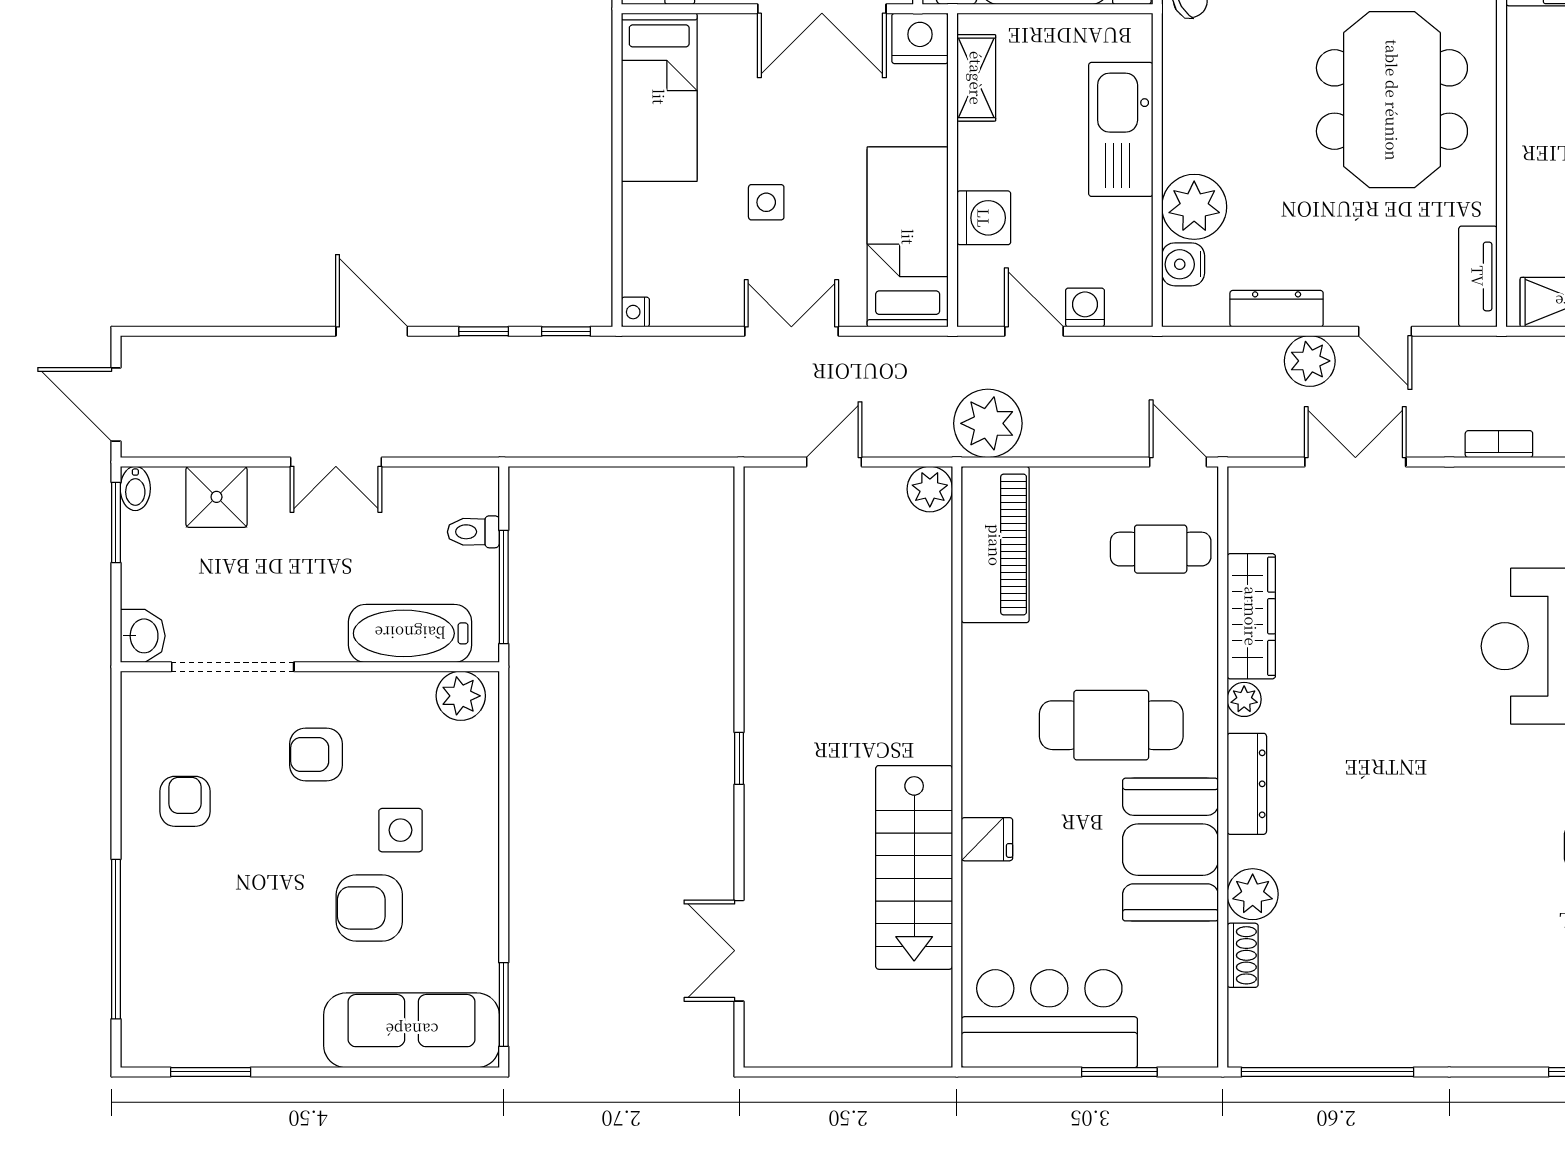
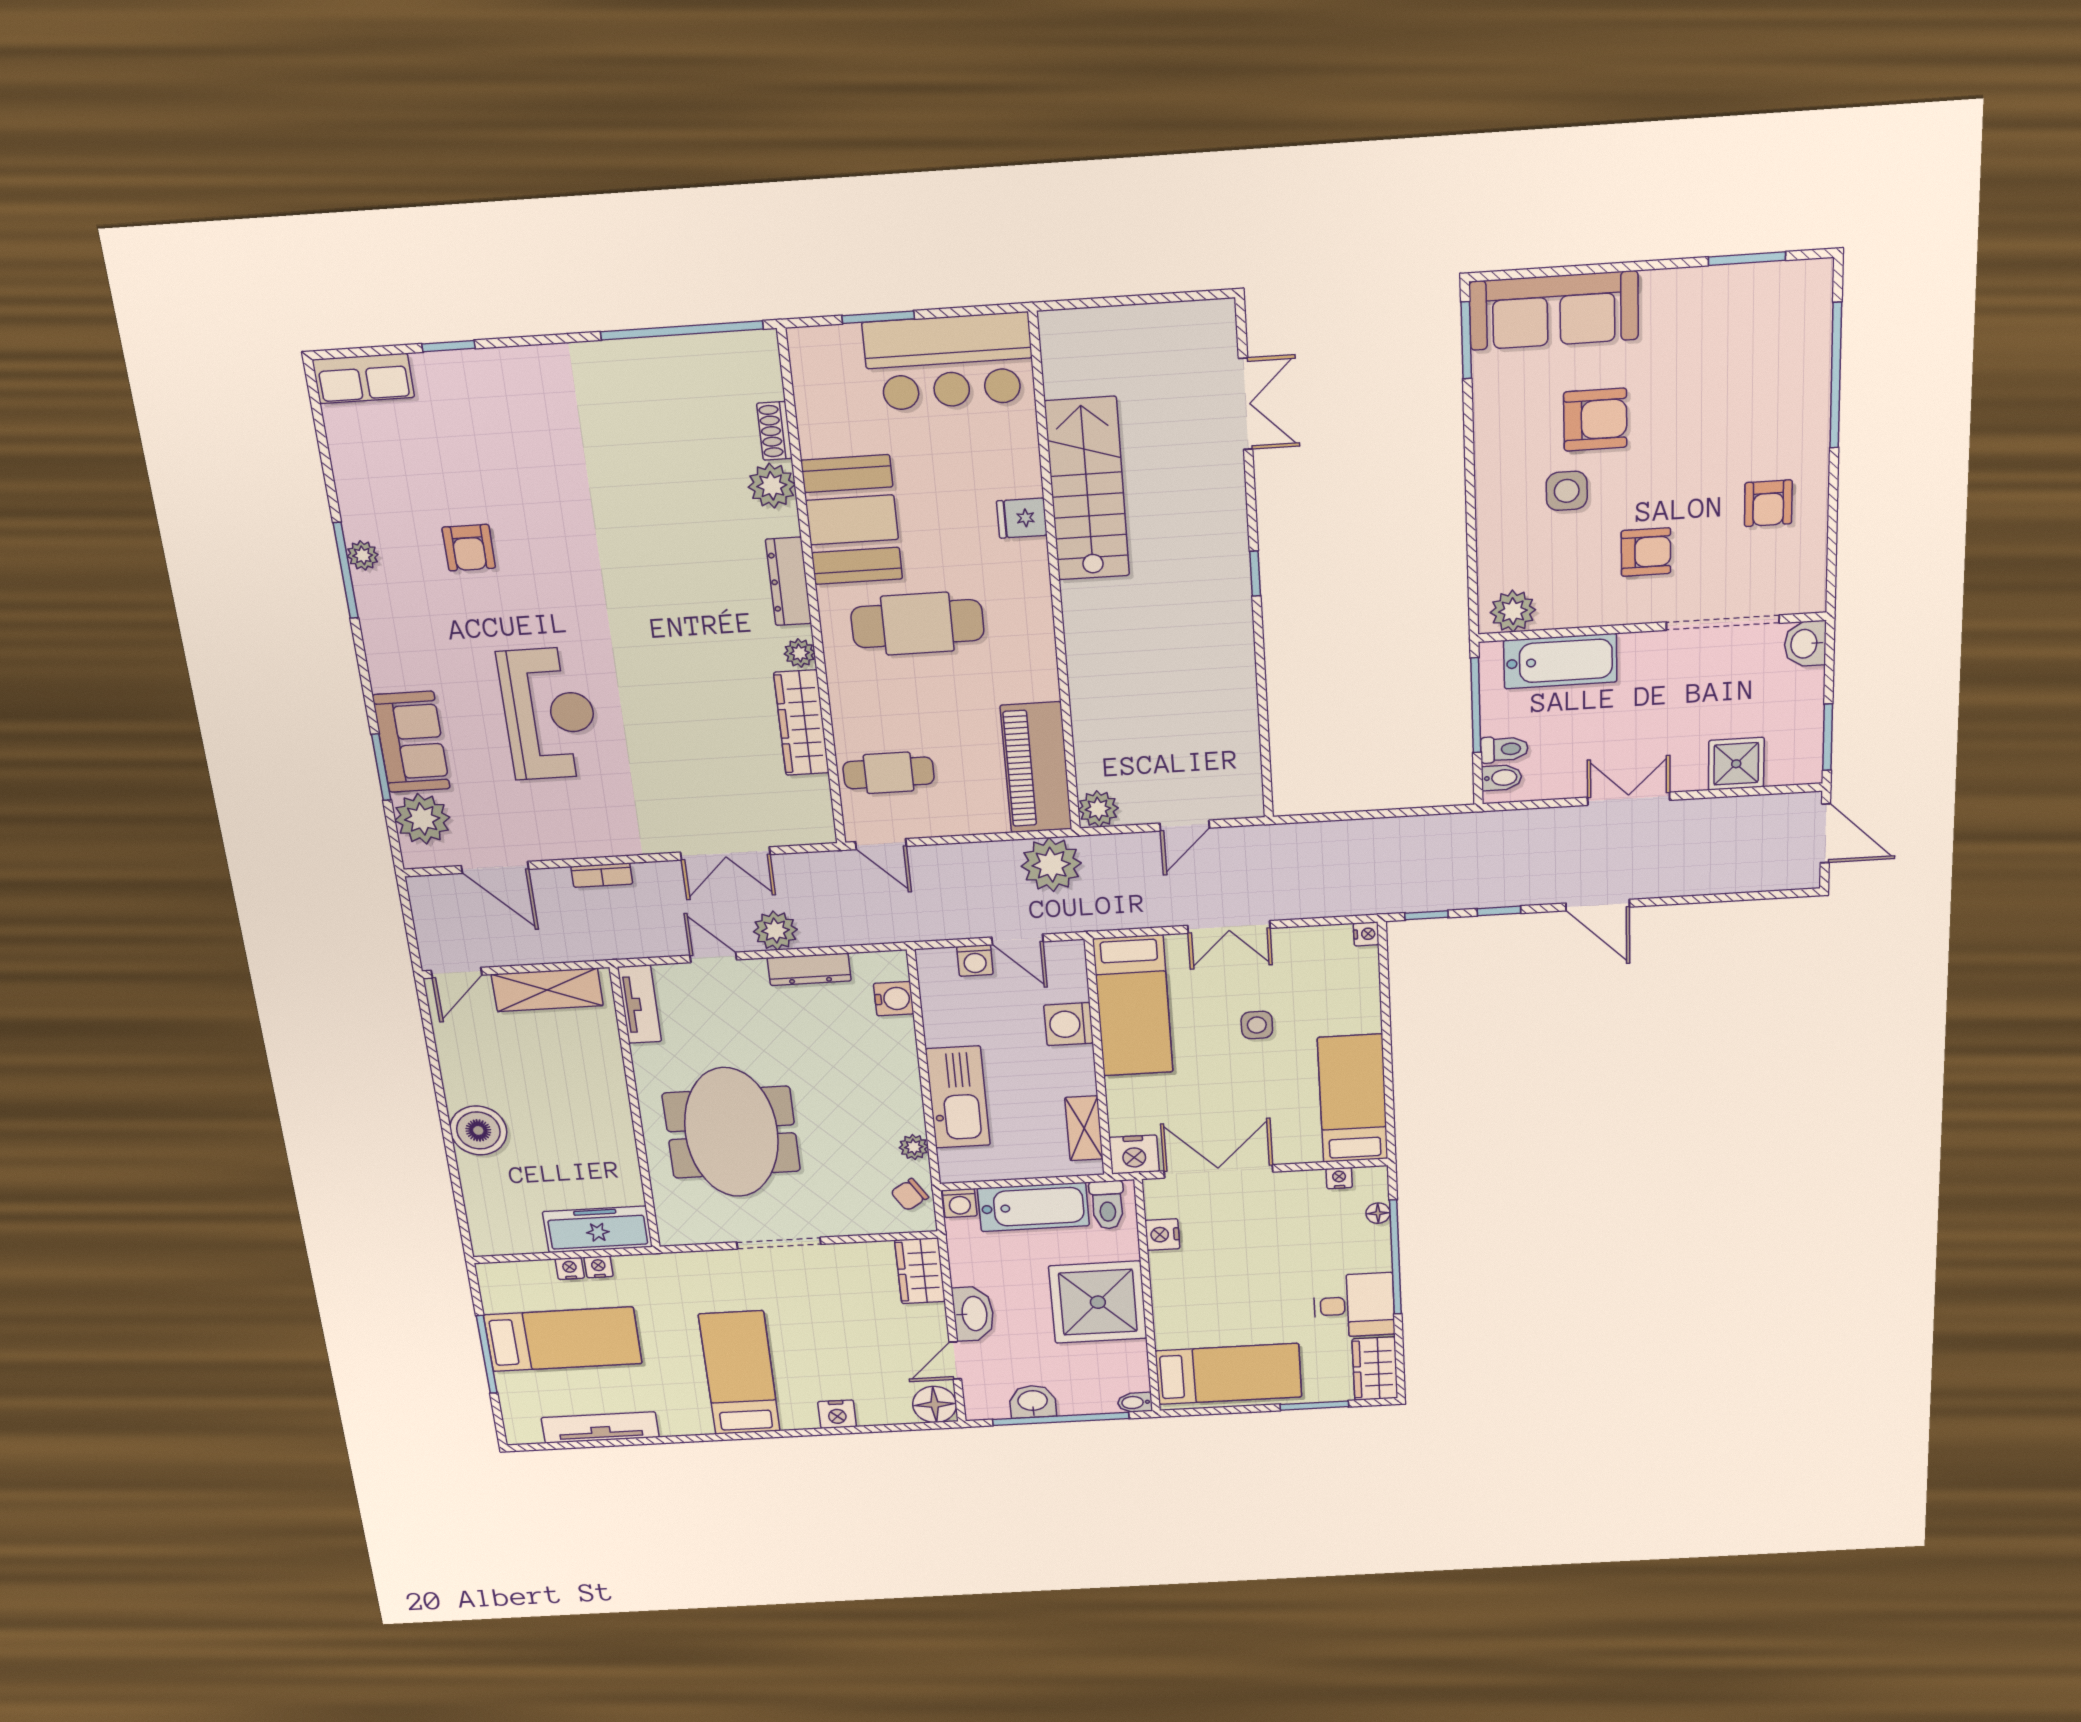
plant: (1194, 207) -> (914, 1147), moved, width x0.53, depth x0.53
bidet: (135, 488) -> (1502, 778), moved, turned 90

